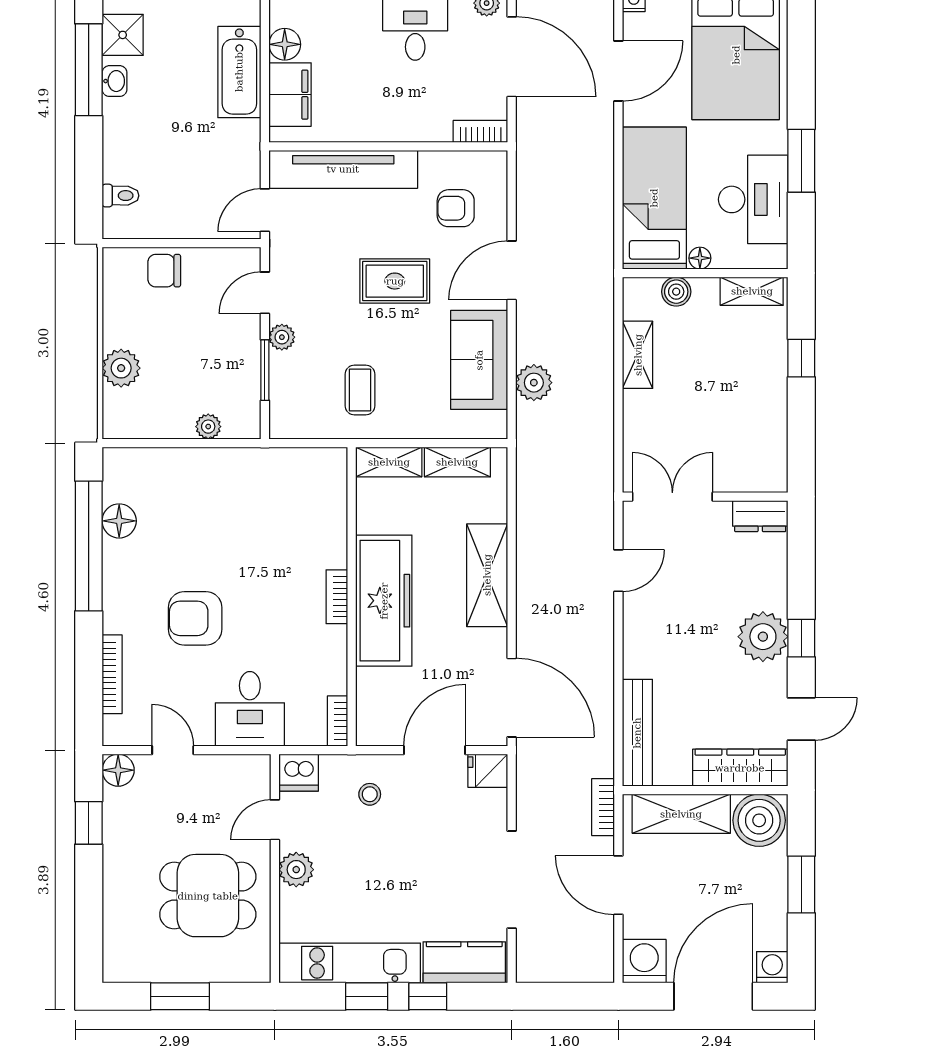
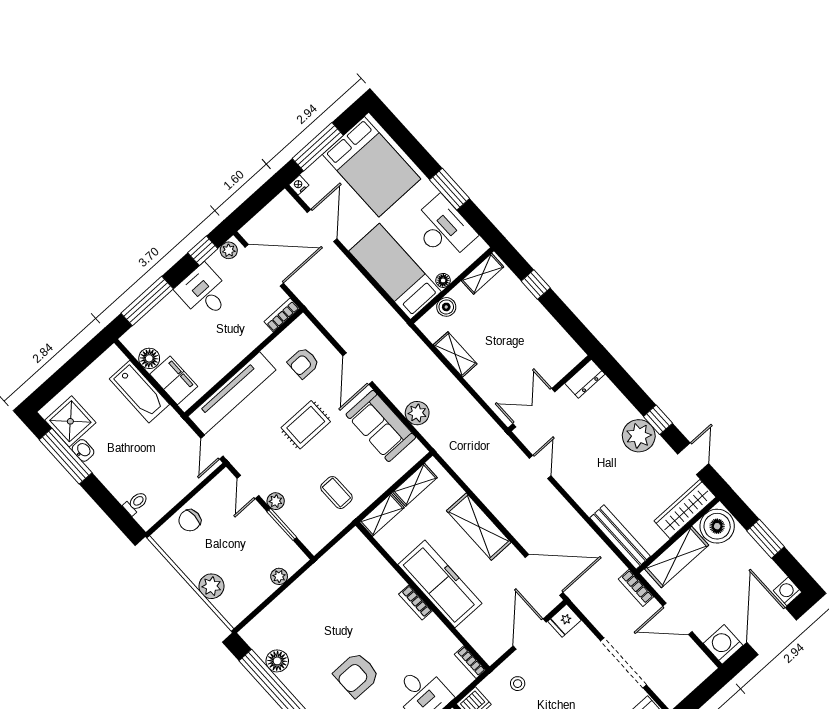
shower: (123, 35) -> (70, 421), width x1.36, depth x1.36

